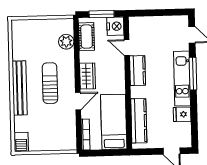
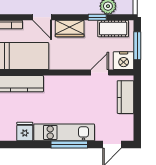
window: (77, 51) -> (97, 17), added
kitchen counter: (138, 71) -> (125, 97), moved, turned 90

